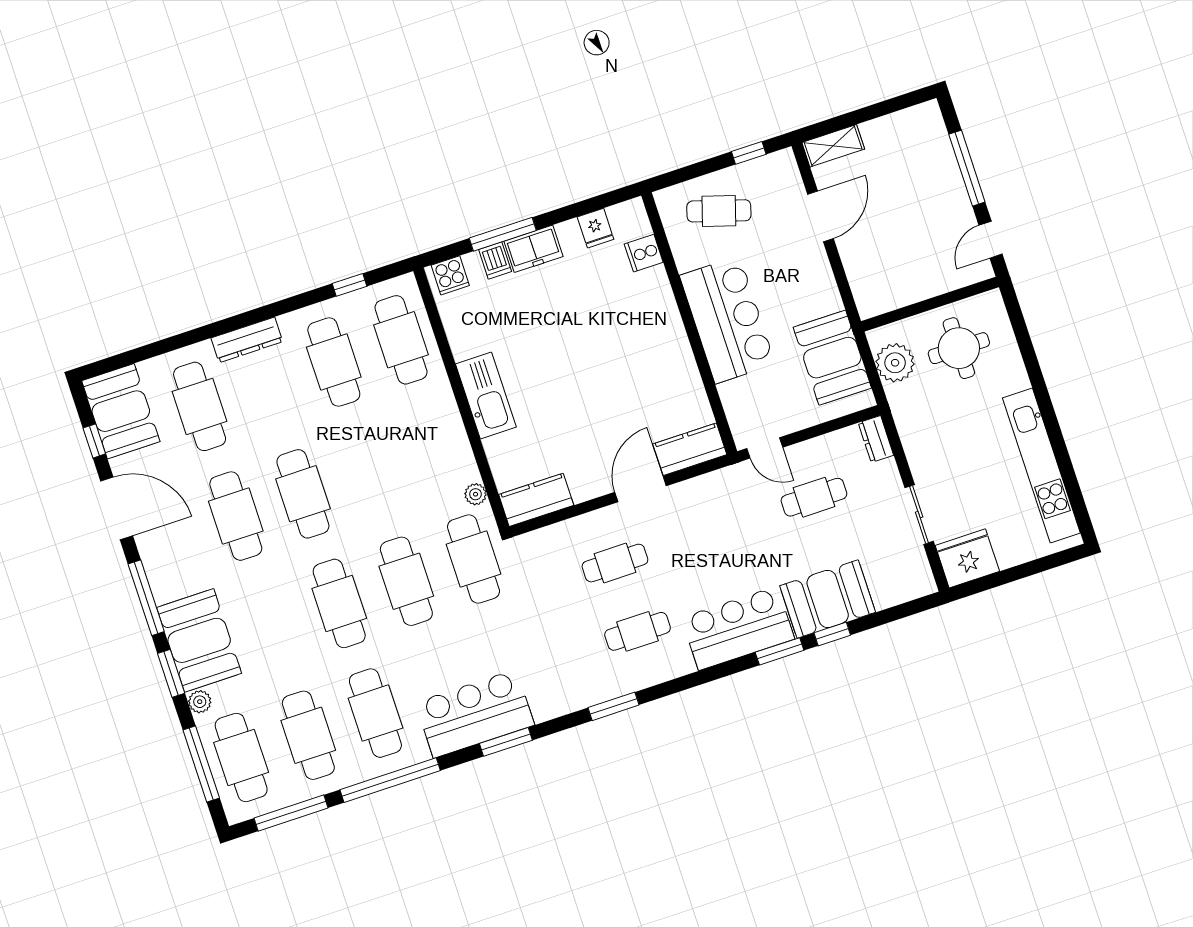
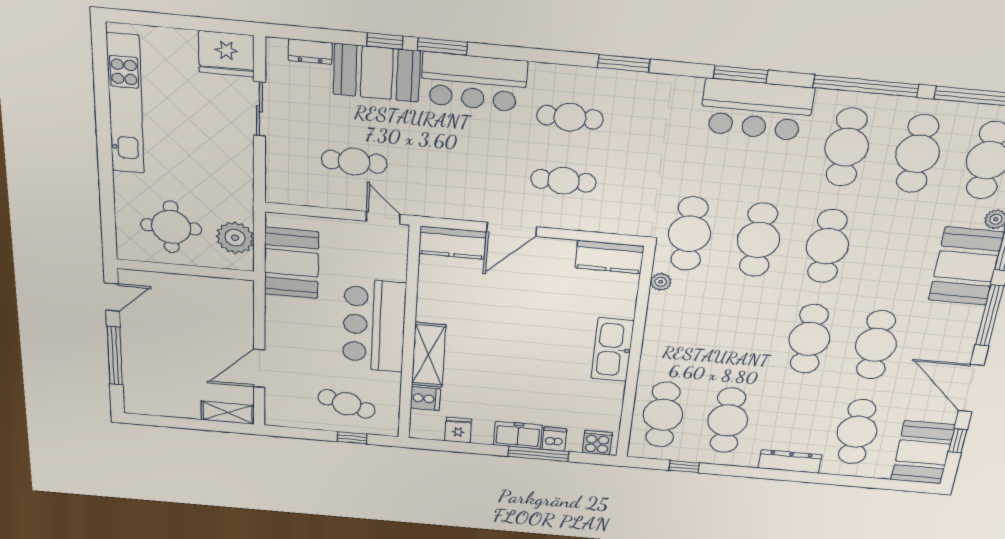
window: (749, 153) -> (352, 438), moved
shelving: (661, 308) -> (429, 355), added
dresser: (876, 439) -> (310, 52), moved, turned 90

